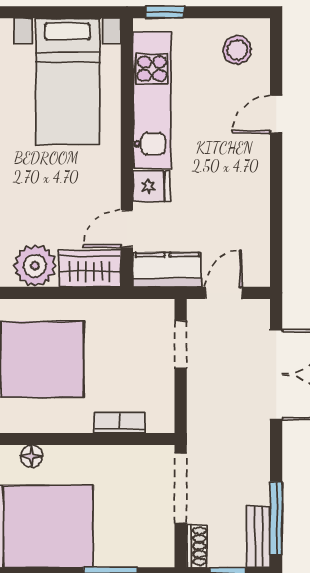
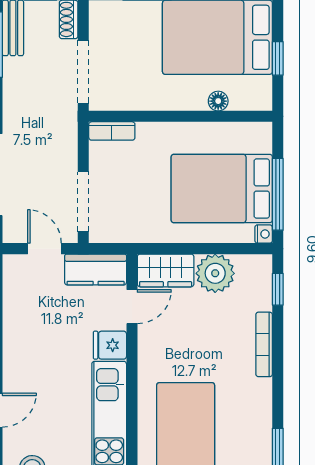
door: (224, 293) -> (44, 249), swing flipped
doorway: (181, 345) -> (83, 202), width x1.38
bookcase: (119, 423) -> (112, 131), moved

